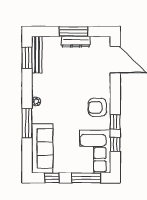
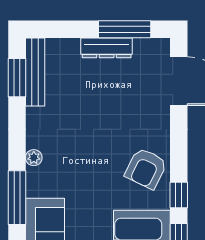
window: (74, 31) -> (125, 29), moved
armchair: (97, 107) -> (146, 168), turned -64

